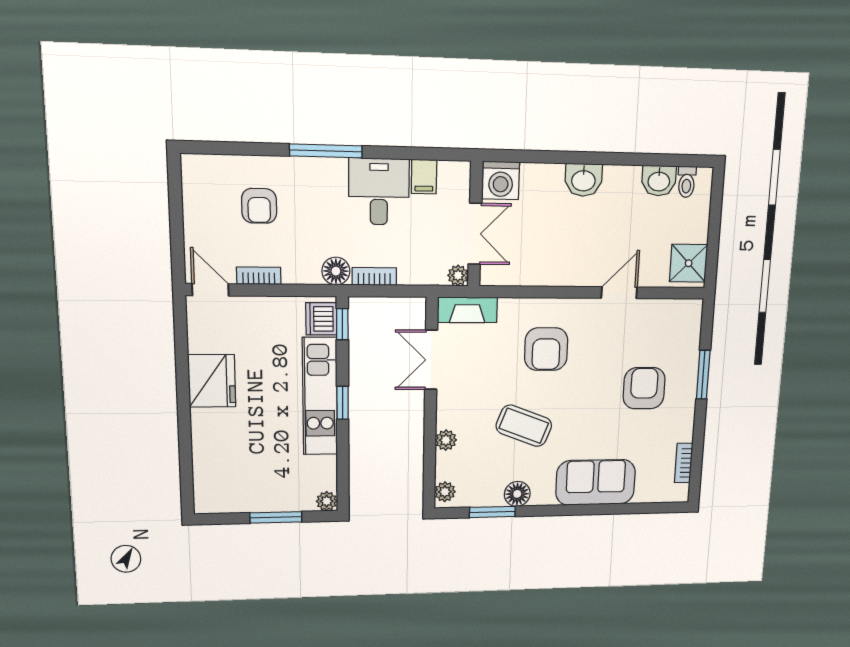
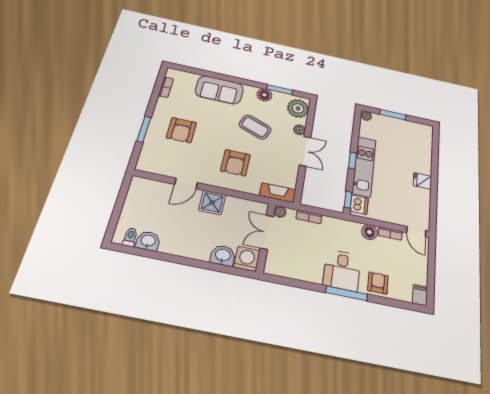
filing cabinet: (424, 177) -> (420, 295), moved
washbasin: (583, 180) -> (223, 255), moved
desk: (379, 192) -> (342, 270), moved
armchair: (259, 206) -> (378, 283), moved
shower: (689, 263) -> (212, 203), moved
floor lamp: (336, 271) -> (369, 232), moved
bookcase: (374, 276) -> (309, 217), moved
armchair: (546, 349) -> (235, 163), turned 180
double door: (431, 360) -> (305, 151), moved
fridge: (212, 381) -> (422, 181), width x0.53, depth x0.75
plant: (445, 492) -> (298, 108), width x1.88, depth x1.88

